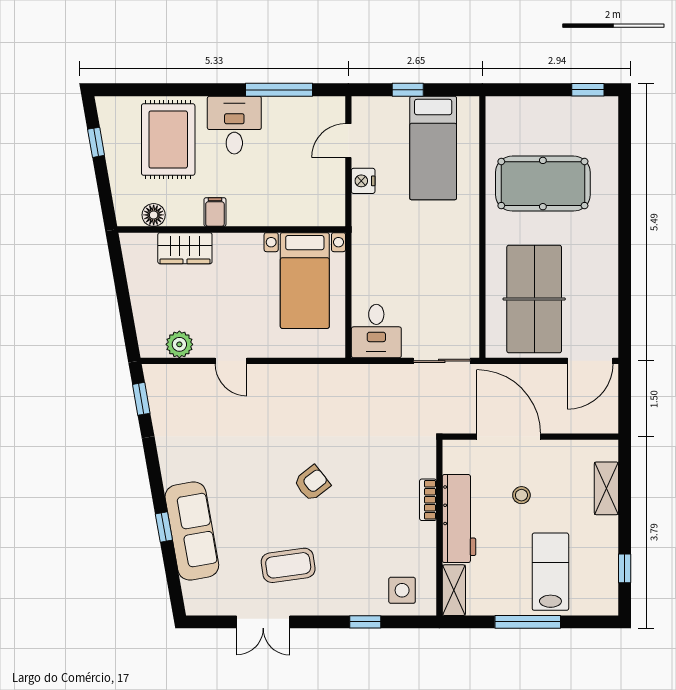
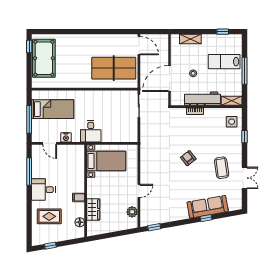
window: (408, 90) -> (29, 119), width x2.17
rug: (168, 140) -> (49, 216), width x0.73, depth x0.70
pool table: (543, 184) -> (44, 58), moved
desk: (376, 331) -> (91, 131), moved, turned 90

